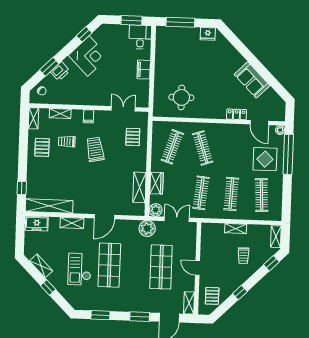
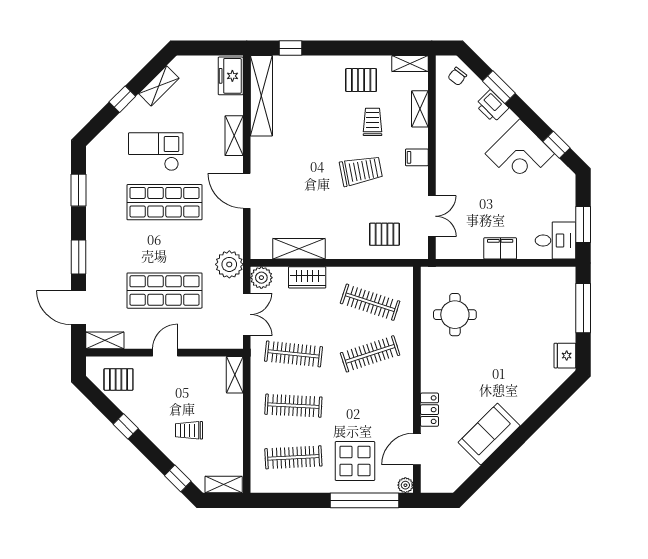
shelving: (236, 229) -> (235, 375), moved

